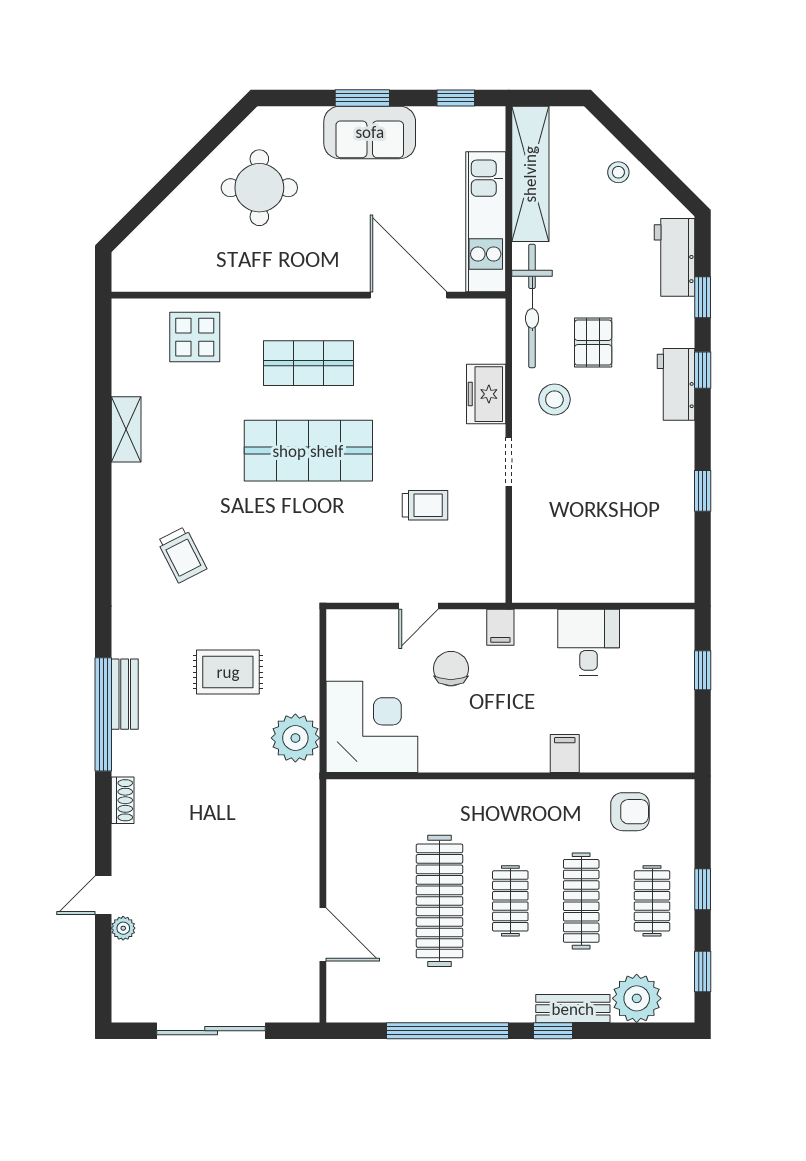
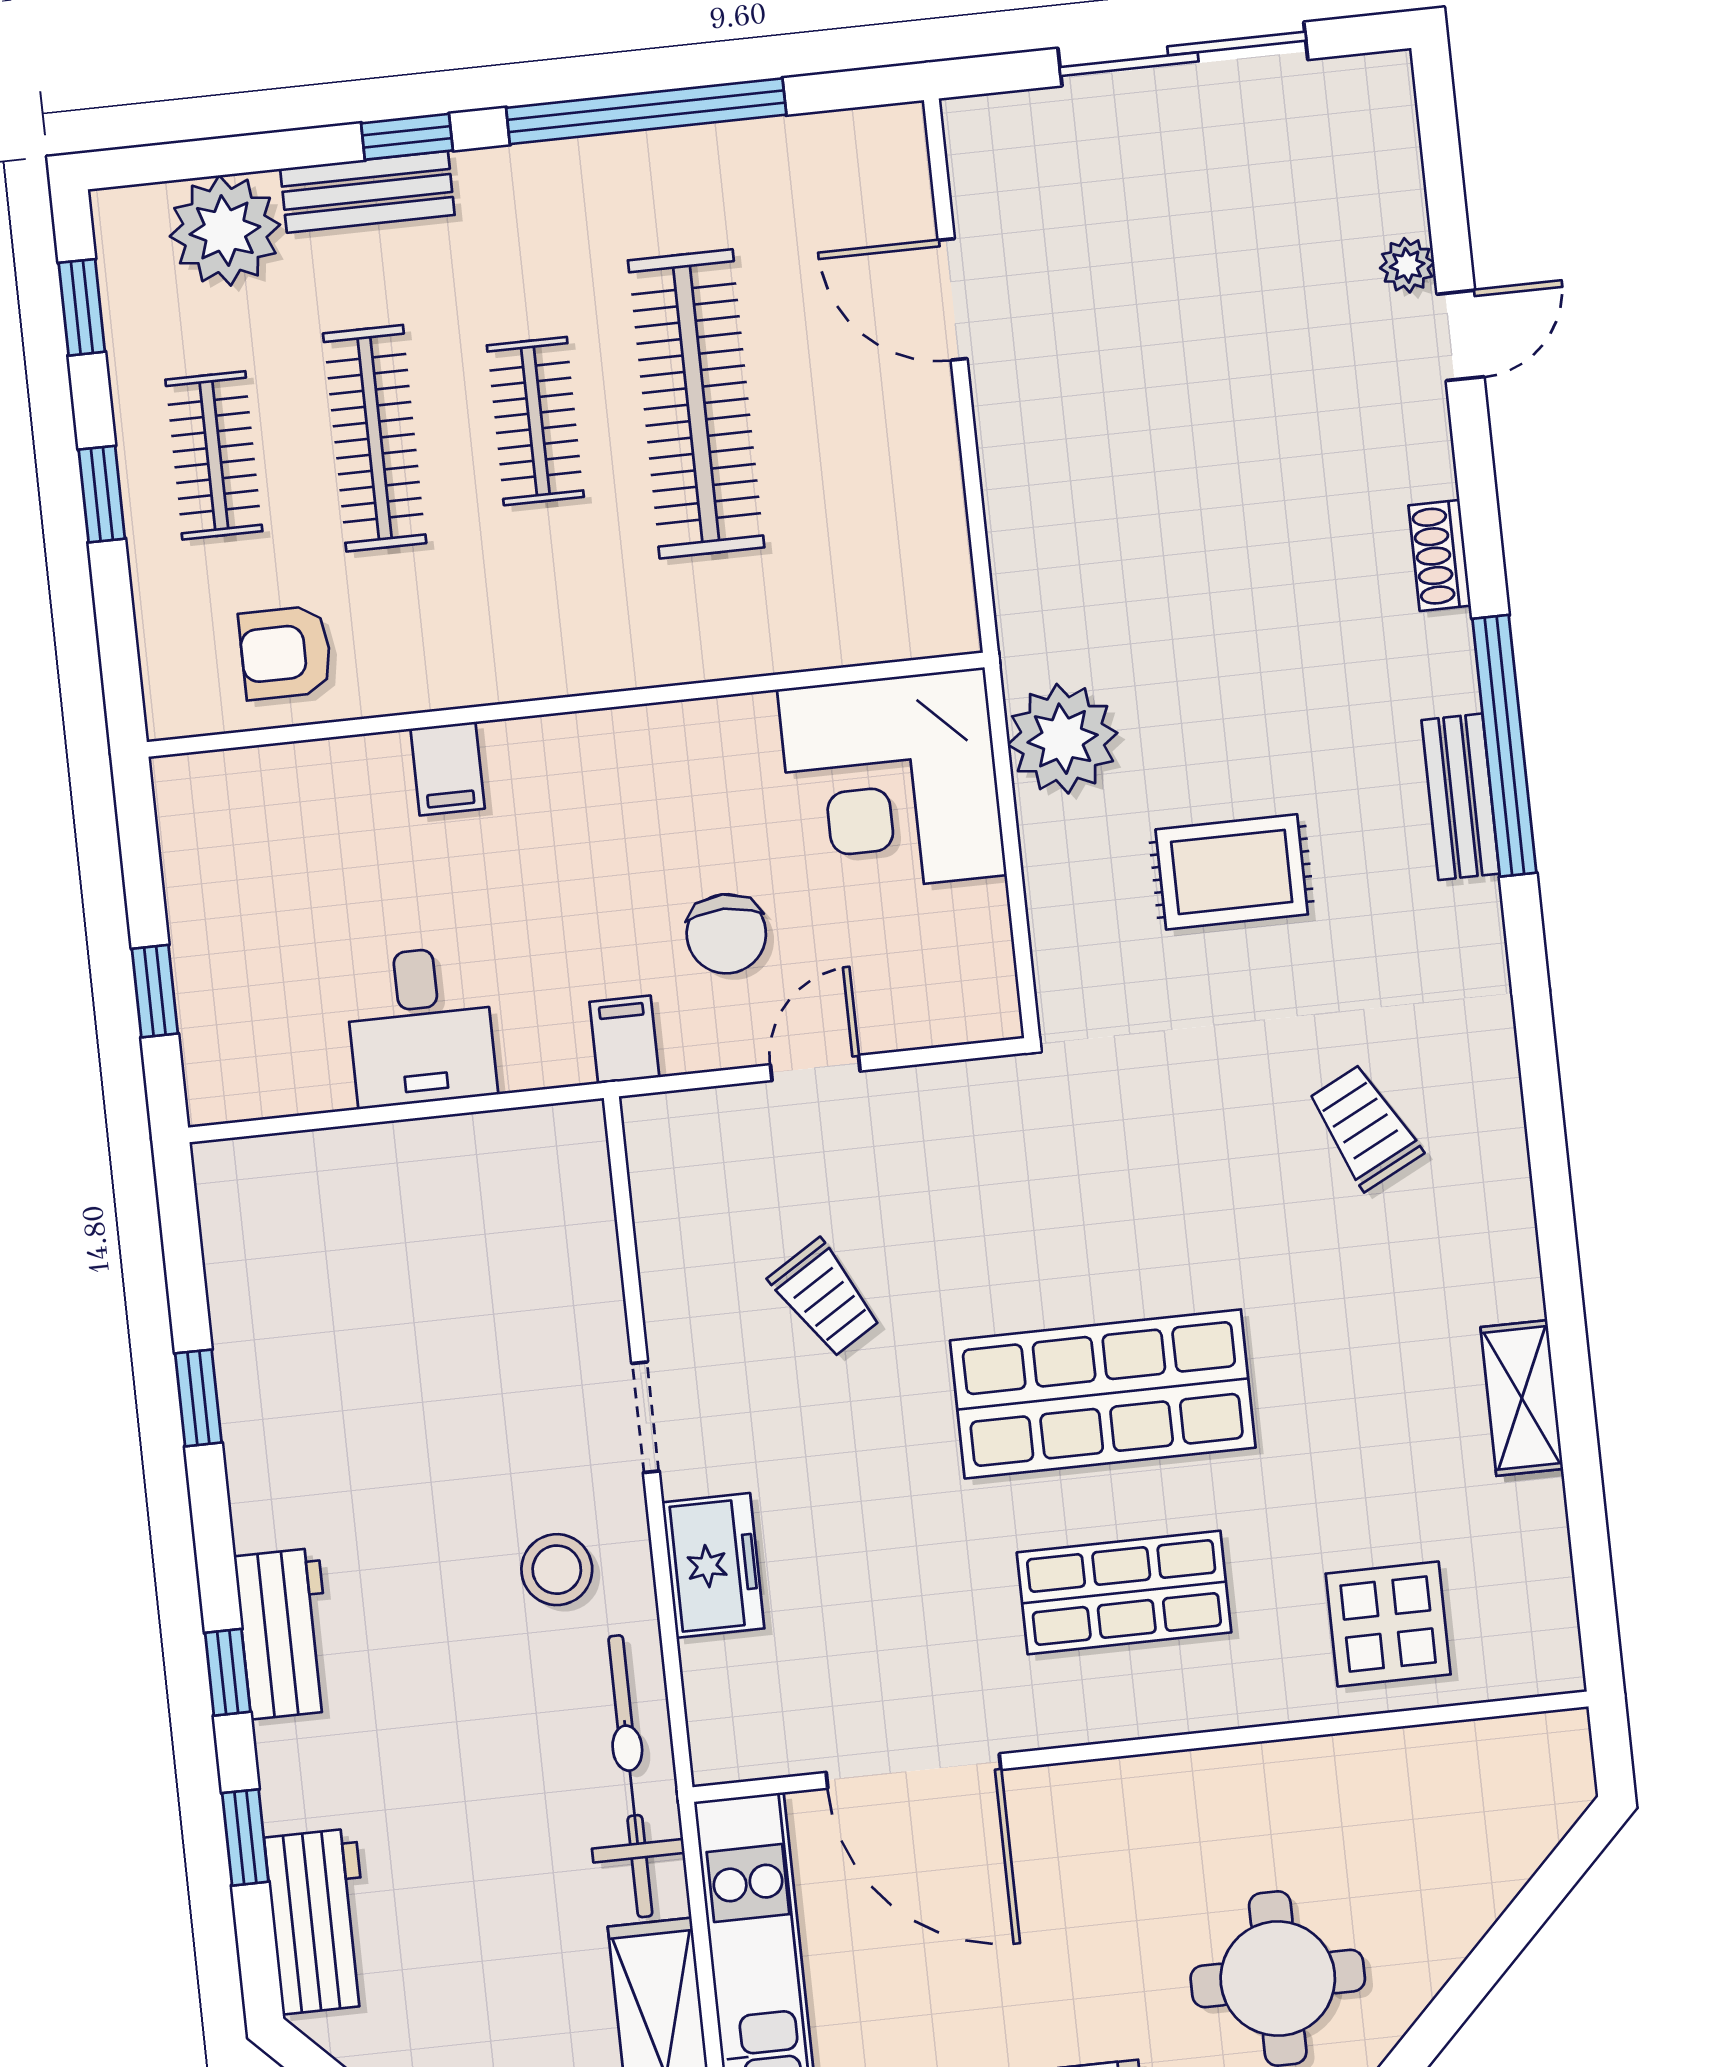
pallet: (593, 343) -> (483, 1708), removed
trolley: (425, 505) -> (825, 1298), turned -122

